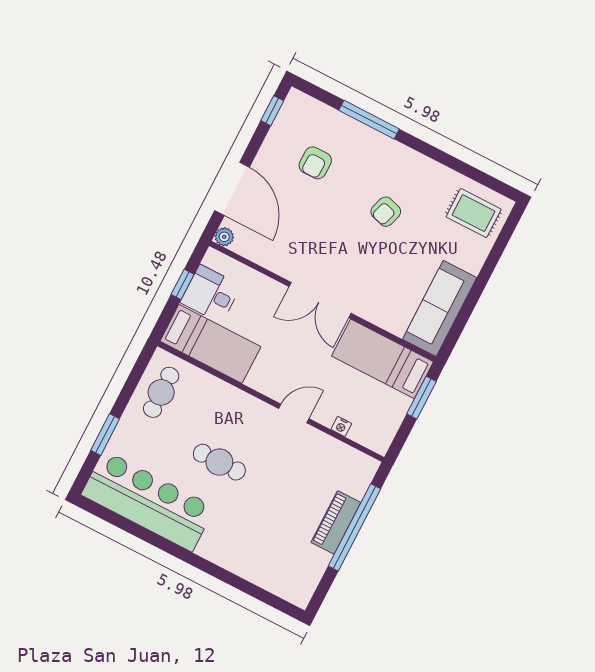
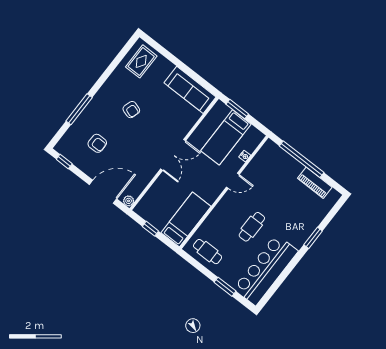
desk: (211, 294) -> (159, 214), removed
bed: (382, 359) -> (226, 137), moved
door: (294, 414) -> (233, 181), swing flipped
piano: (336, 522) -> (315, 183), moved
window: (220, 573) -> (313, 238), added

